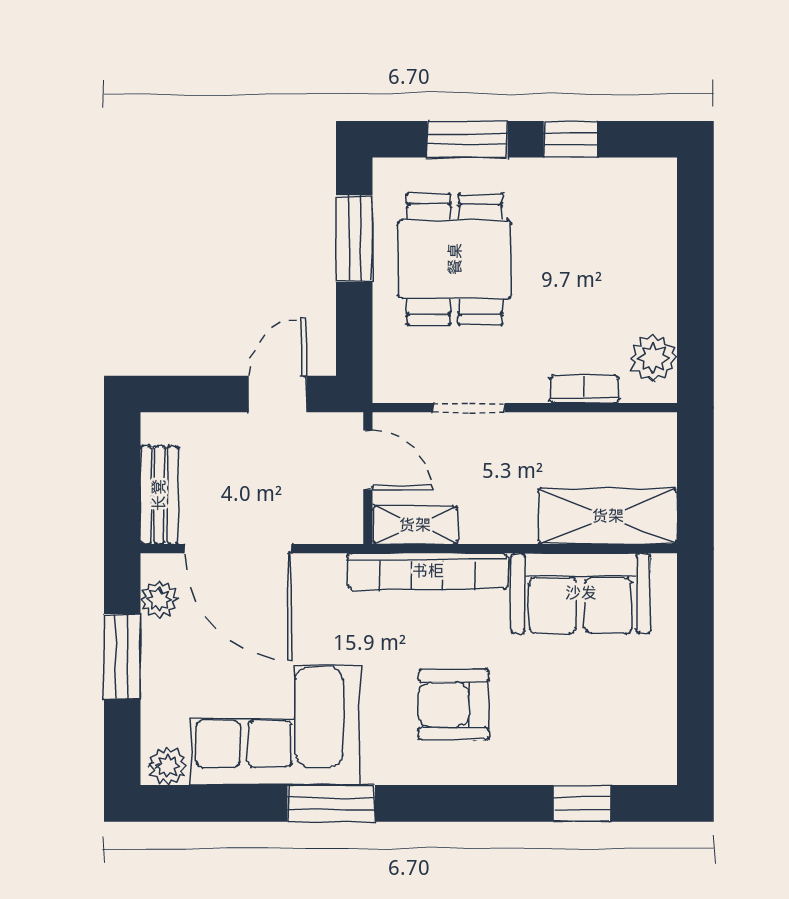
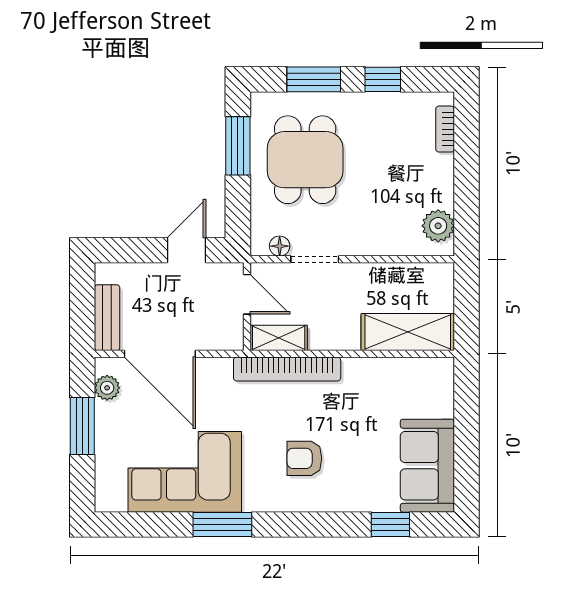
floor lamp: (416, 388) -> (280, 246), added
bookcase: (584, 389) -> (445, 129), moved, turned -90
sofa: (581, 593) -> (427, 466), moved, turned 90
armchair: (454, 705) -> (304, 458), width x0.72, depth x0.72
plant: (168, 766) -> (113, 500), removed

